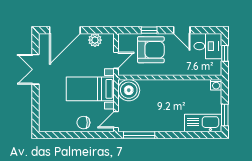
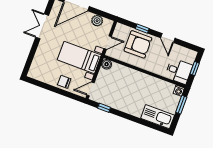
desk: (208, 46) -> (179, 71), moved
boiler: (129, 90) -> (107, 64), width x0.54, depth x0.54
window: (225, 115) -> (181, 105), moved
window: (139, 135) -> (104, 108), width x0.46

